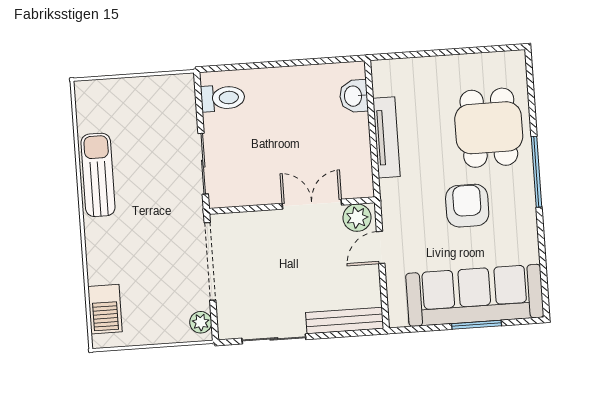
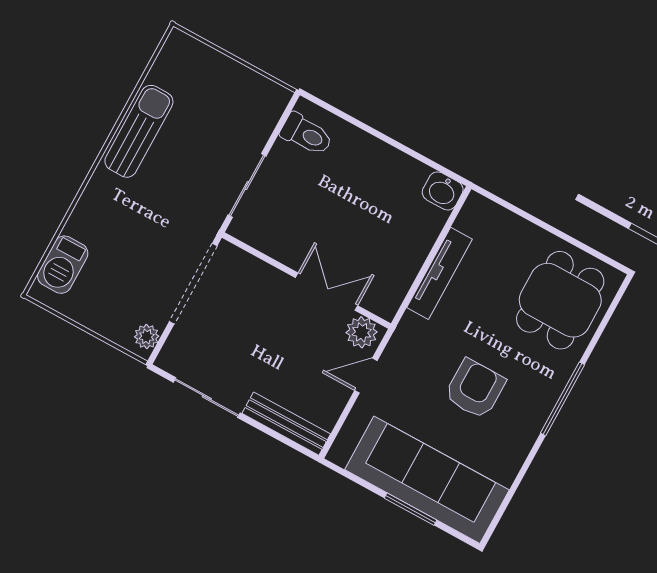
washbasin: (354, 96) -> (443, 191), moved, turned -90
dining table: (489, 128) -> (560, 300), moved

